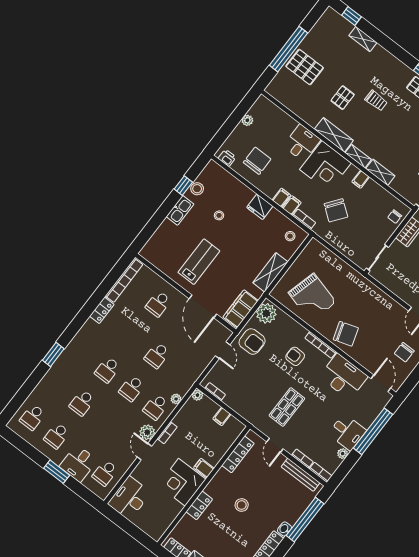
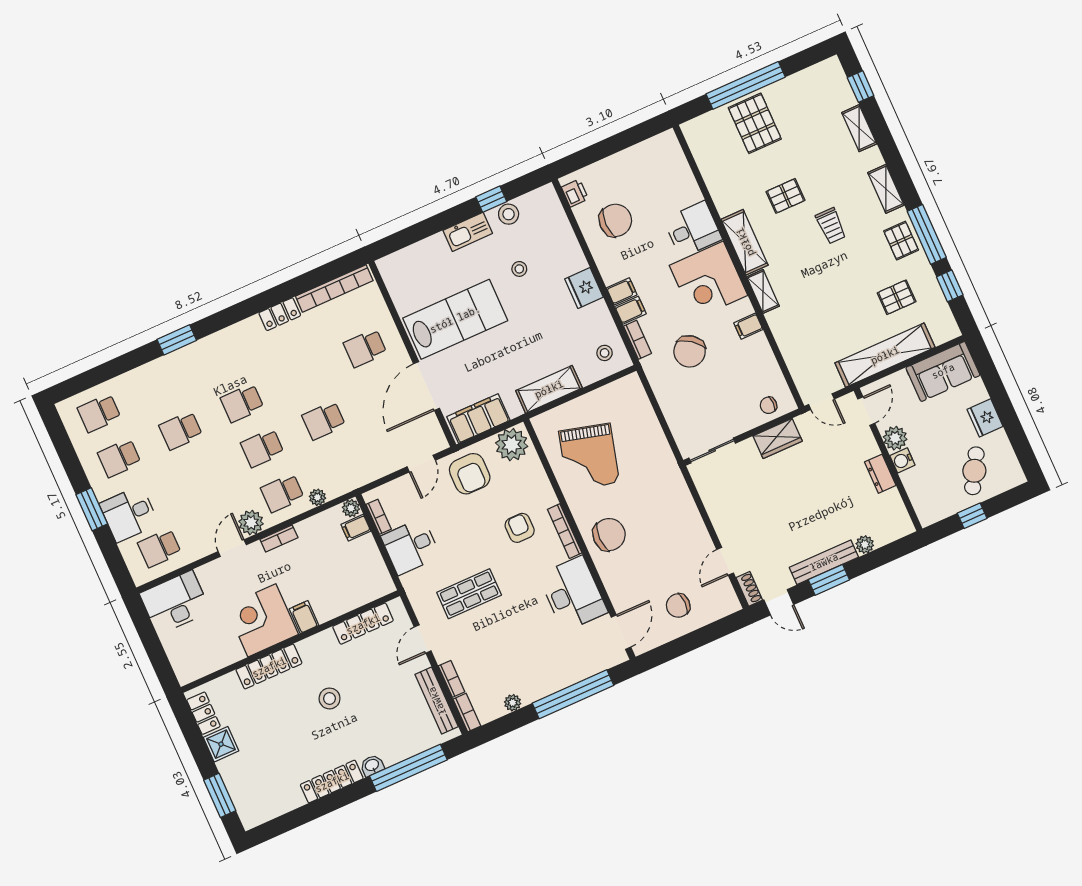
plant: (247, 120) -> (633, 155), removed
shelving: (380, 172) -> (886, 189), moved
lab bench: (199, 262) -> (455, 319), width x1.36, depth x1.39
chair: (346, 334) -> (609, 535), turned -72
filing cabinet: (222, 417) -> (356, 528), moved
desk: (347, 432) -> (411, 546), moved, turned 90
locker: (199, 505) -> (269, 667), width x1.53

